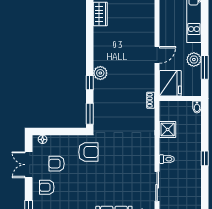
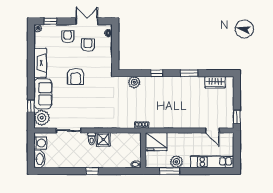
door: (157, 55) -> (212, 130), moved
plant: (100, 73) -> (134, 82), moved
window: (90, 114) -> (189, 73), moved
shower: (168, 129) -> (103, 139), moved
armchair: (88, 152) -> (75, 77), moved

